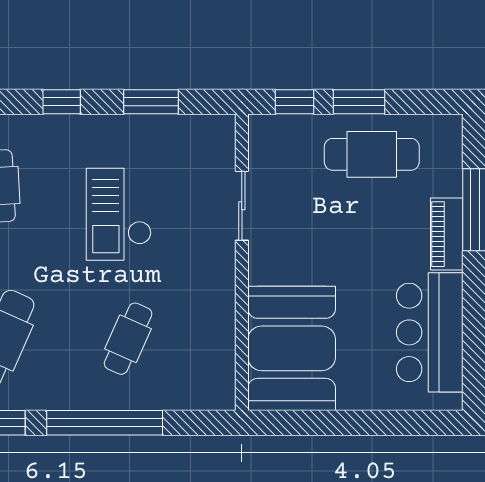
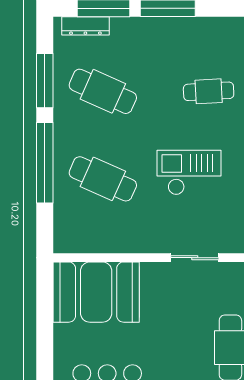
cafe table: (128, 339) -> (103, 179), width x1.37, depth x1.35

